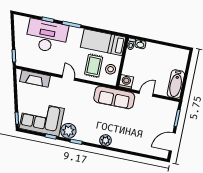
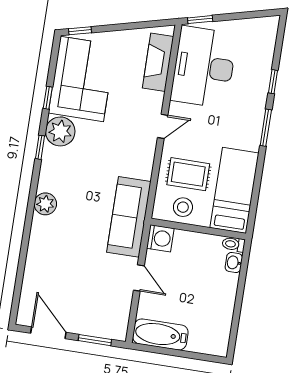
desk: (47, 36) -> (204, 67), moved, turned 180

